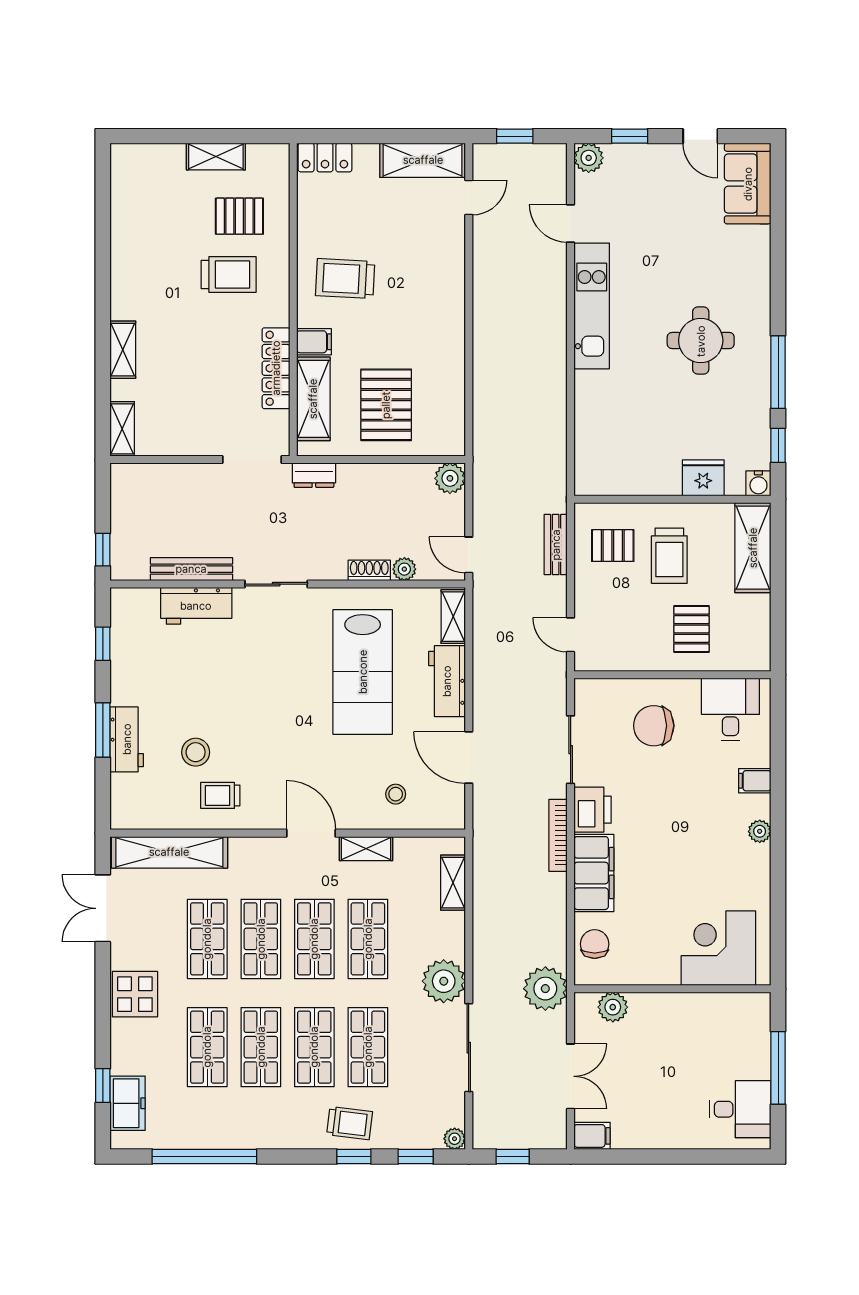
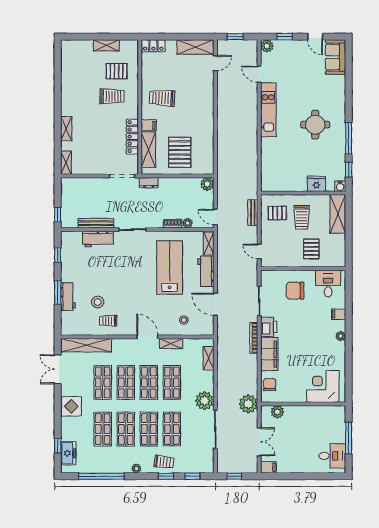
lab bench: (363, 672) -> (170, 267), turned 180
plant: (455, 1139) -> (136, 469), moved

